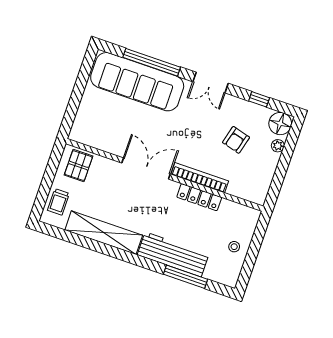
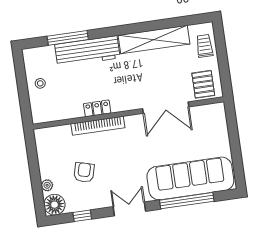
double door: (146, 169) -> (166, 108), moved
locker: (199, 197) -> (97, 108), width x0.66

